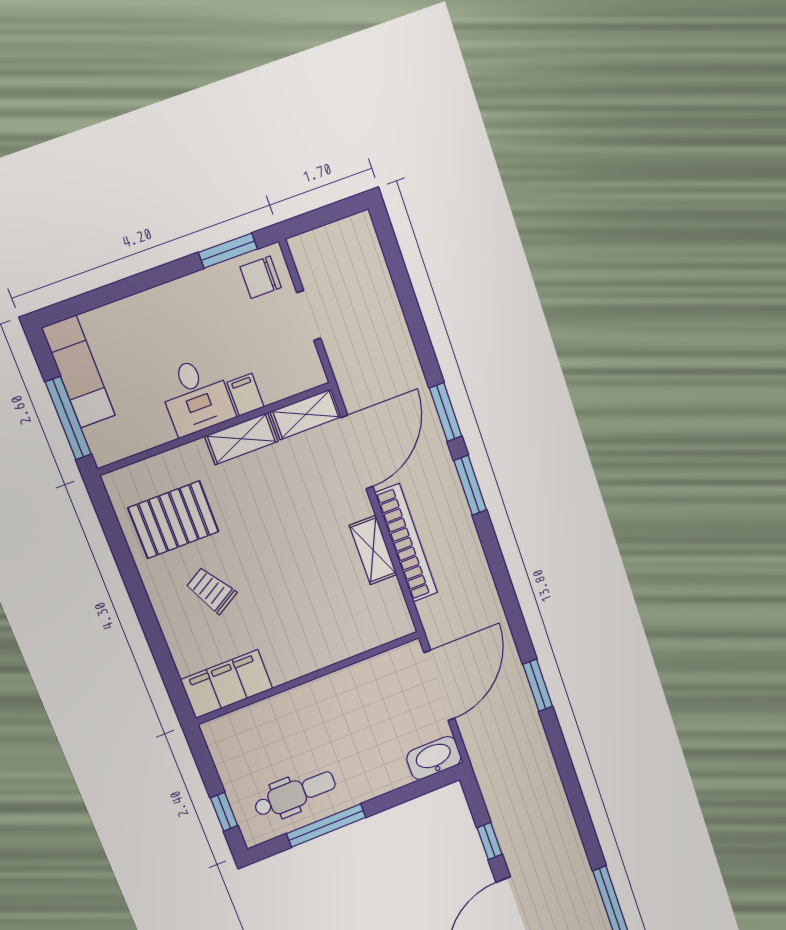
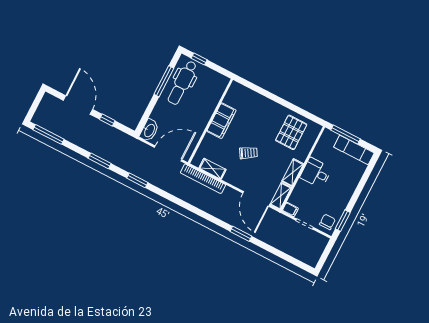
filing cabinet: (246, 395) -> (290, 210), moved
window: (470, 485) -> (100, 161), moved
bookcase: (406, 543) -> (203, 179), moved
shelving: (373, 550) -> (213, 169), moved
trolley: (211, 590) -> (248, 153), moved
filing cabinet: (227, 684) -> (221, 121), moved
door: (439, 686) -> (168, 153), swing flipped
dental chair: (295, 794) -> (182, 83), width x1.36, depth x1.38

